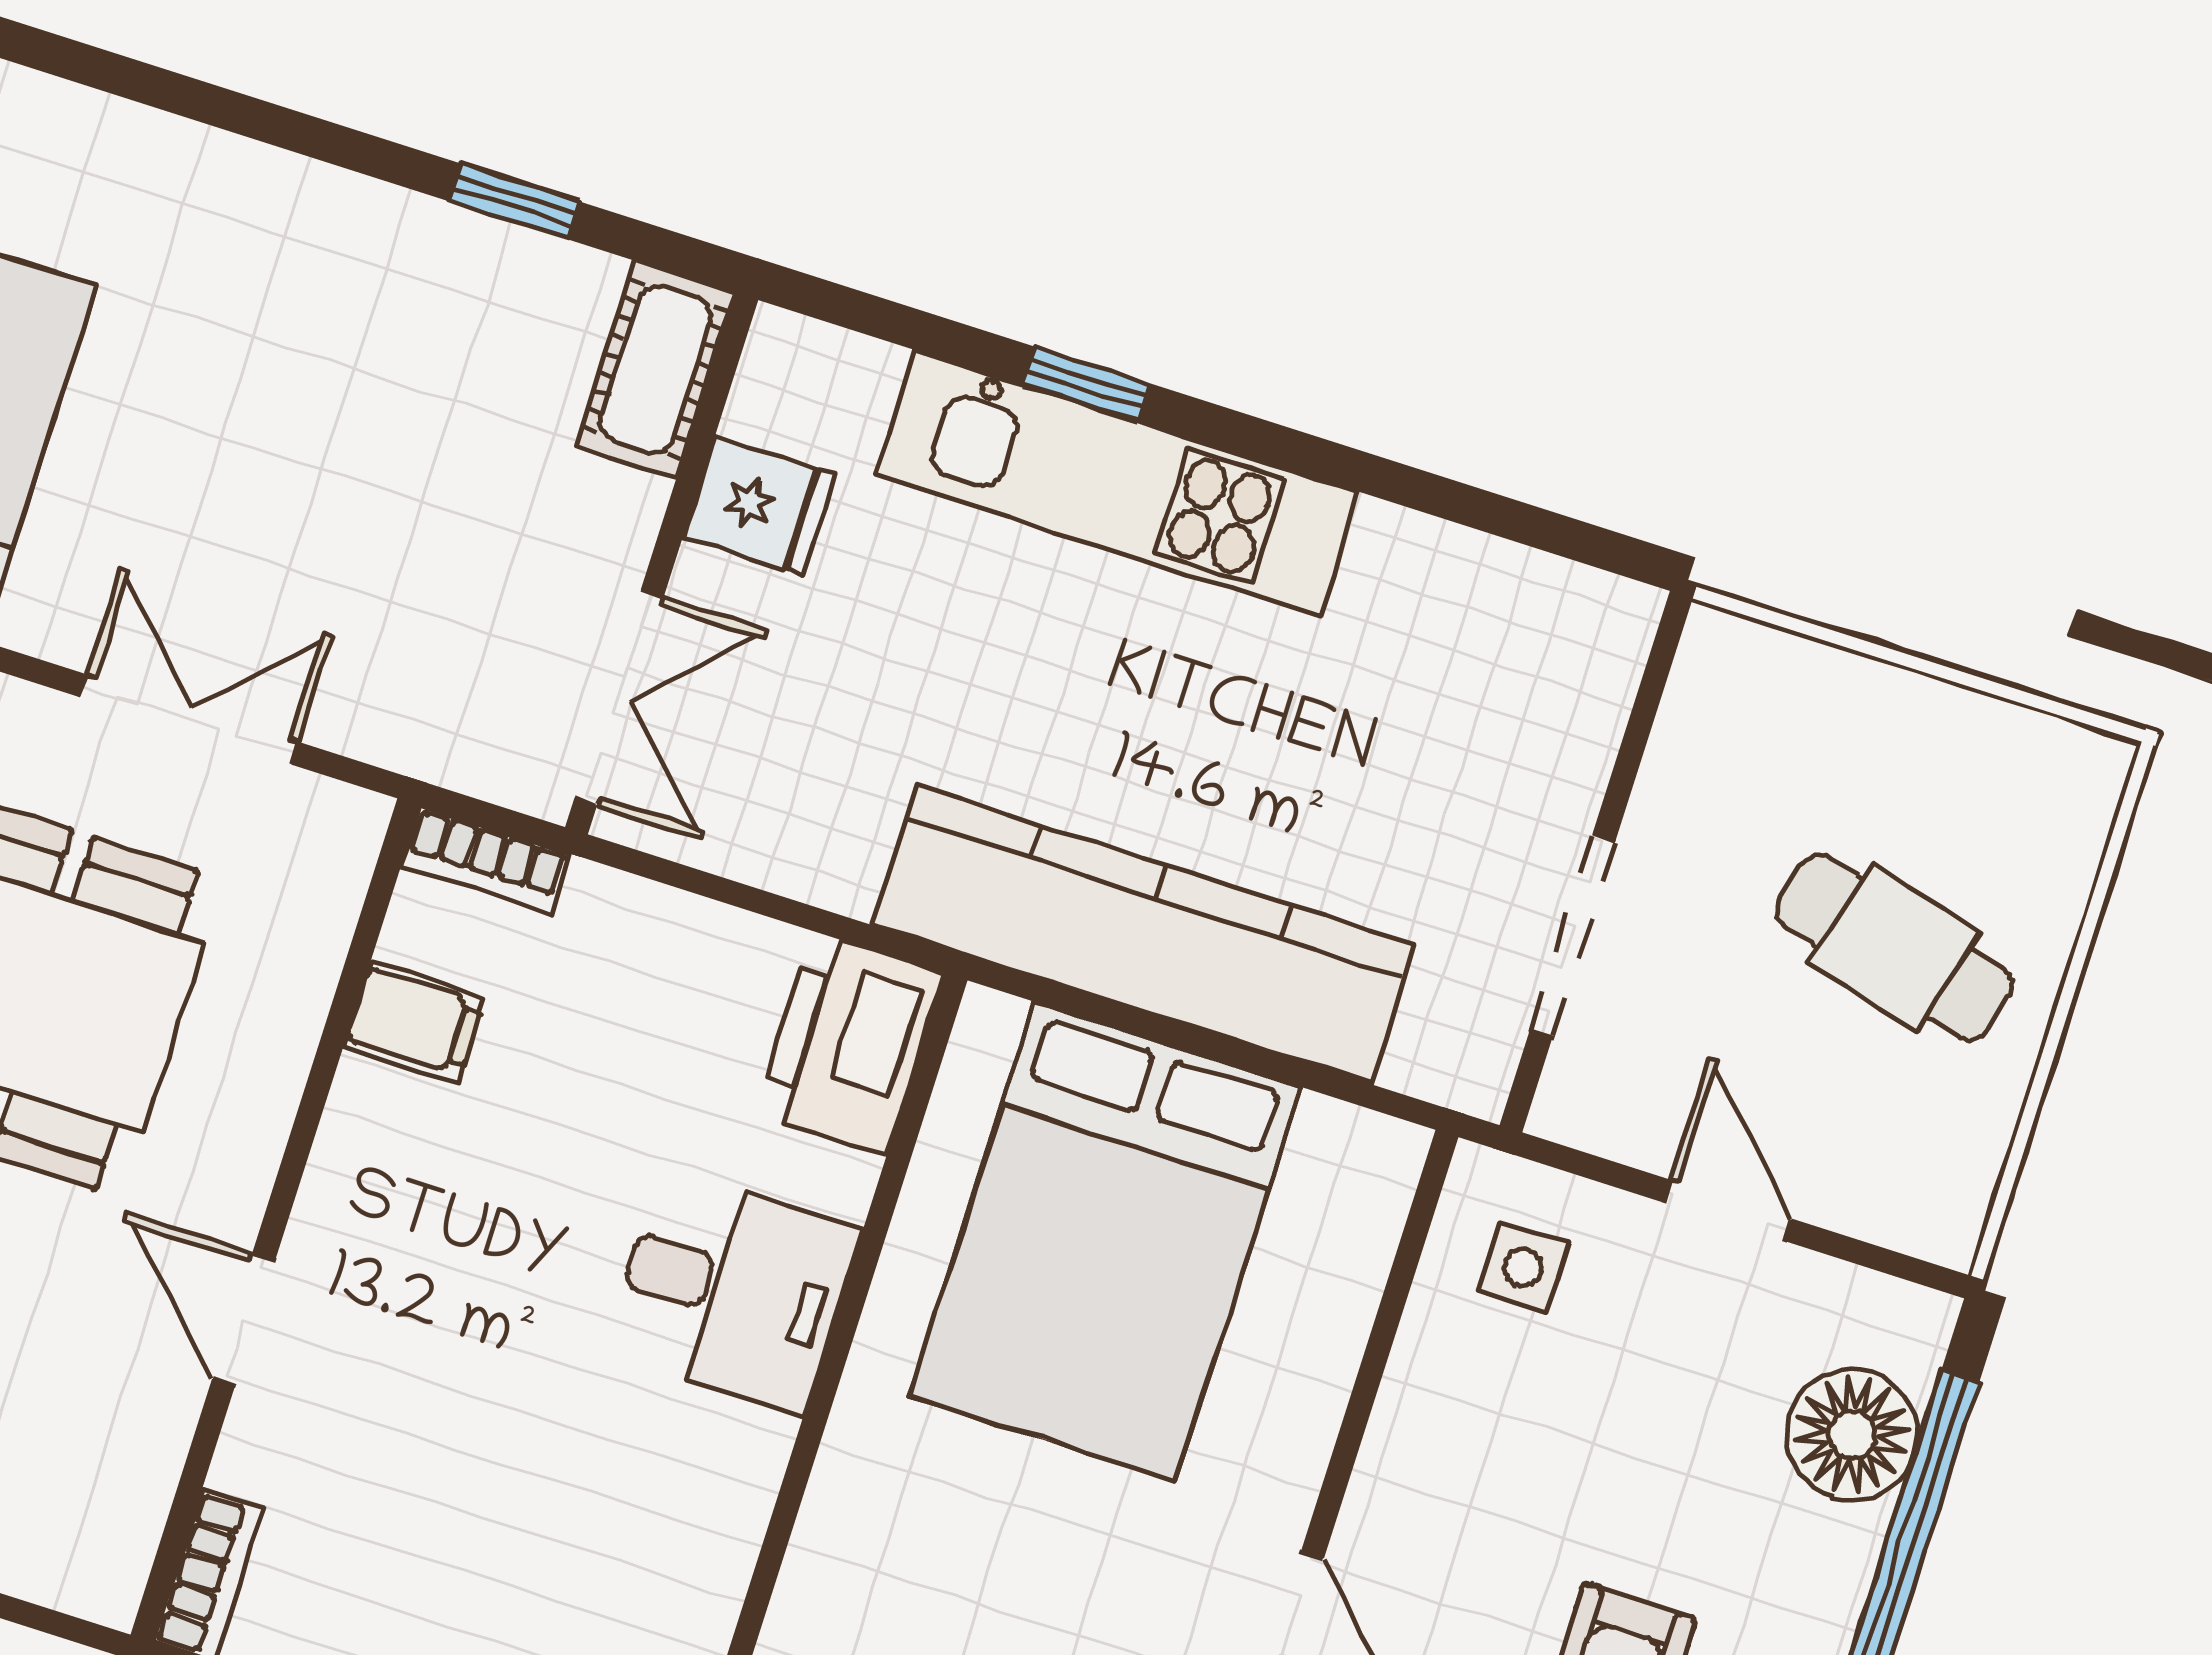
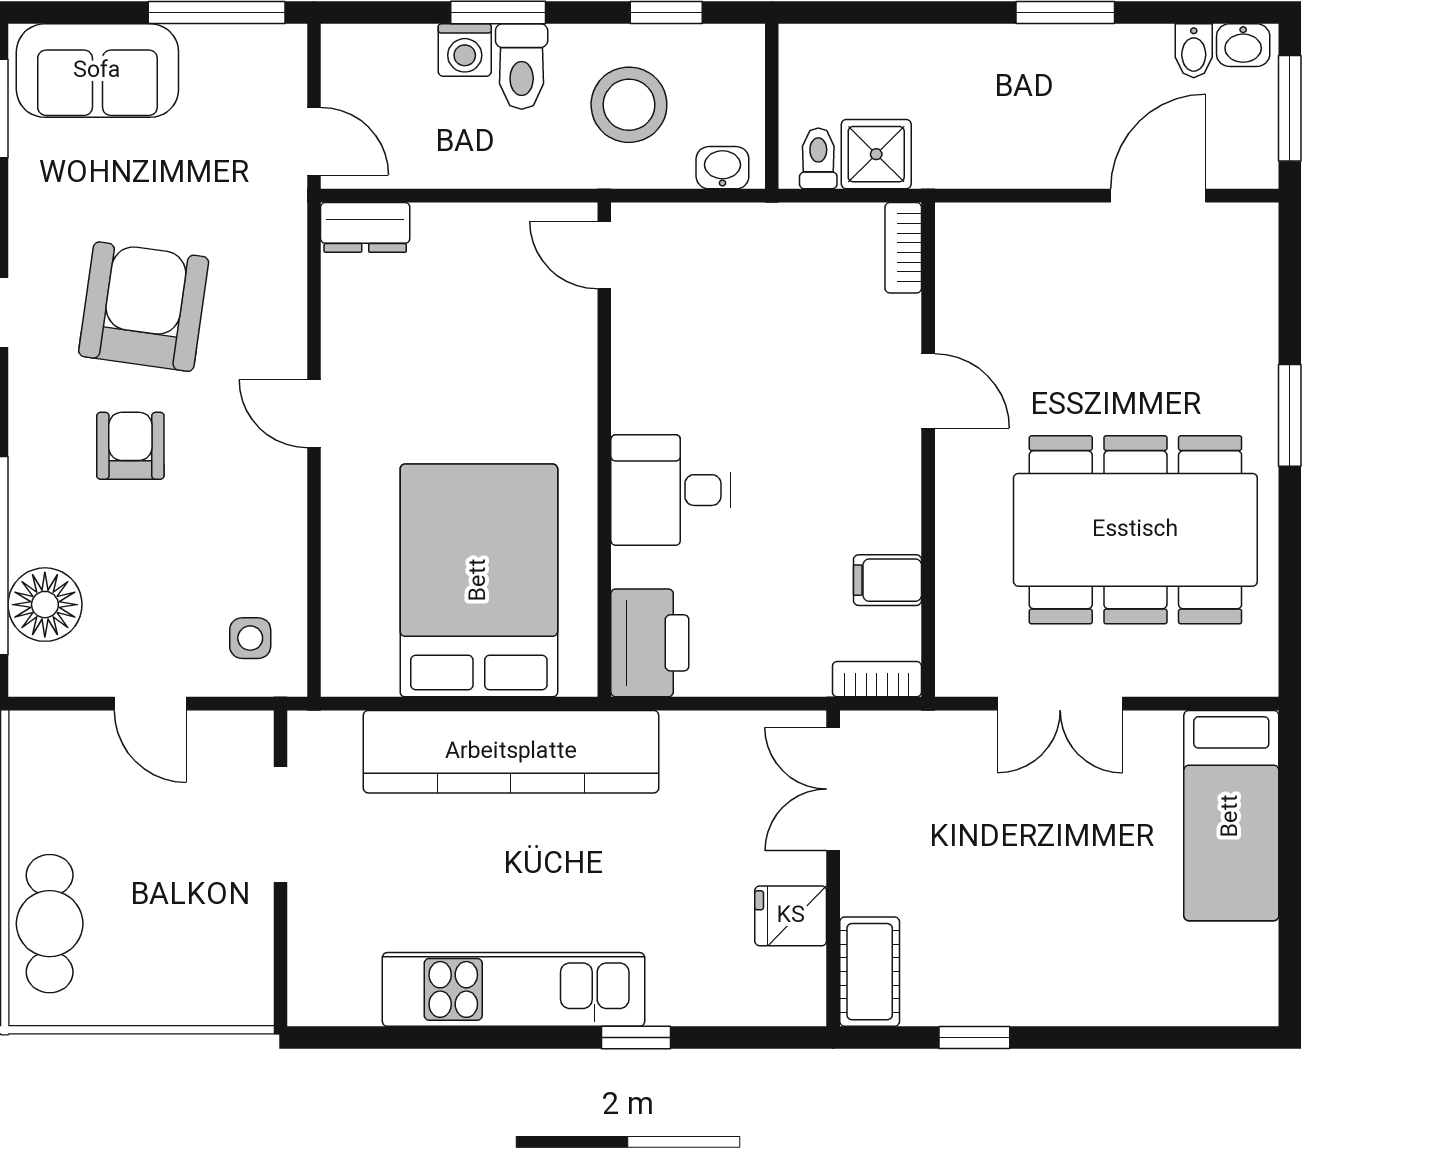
kitchen unit: (1118, 483) -> (513, 989), moved
cafe table: (1894, 947) -> (50, 924), moved, turned 75

